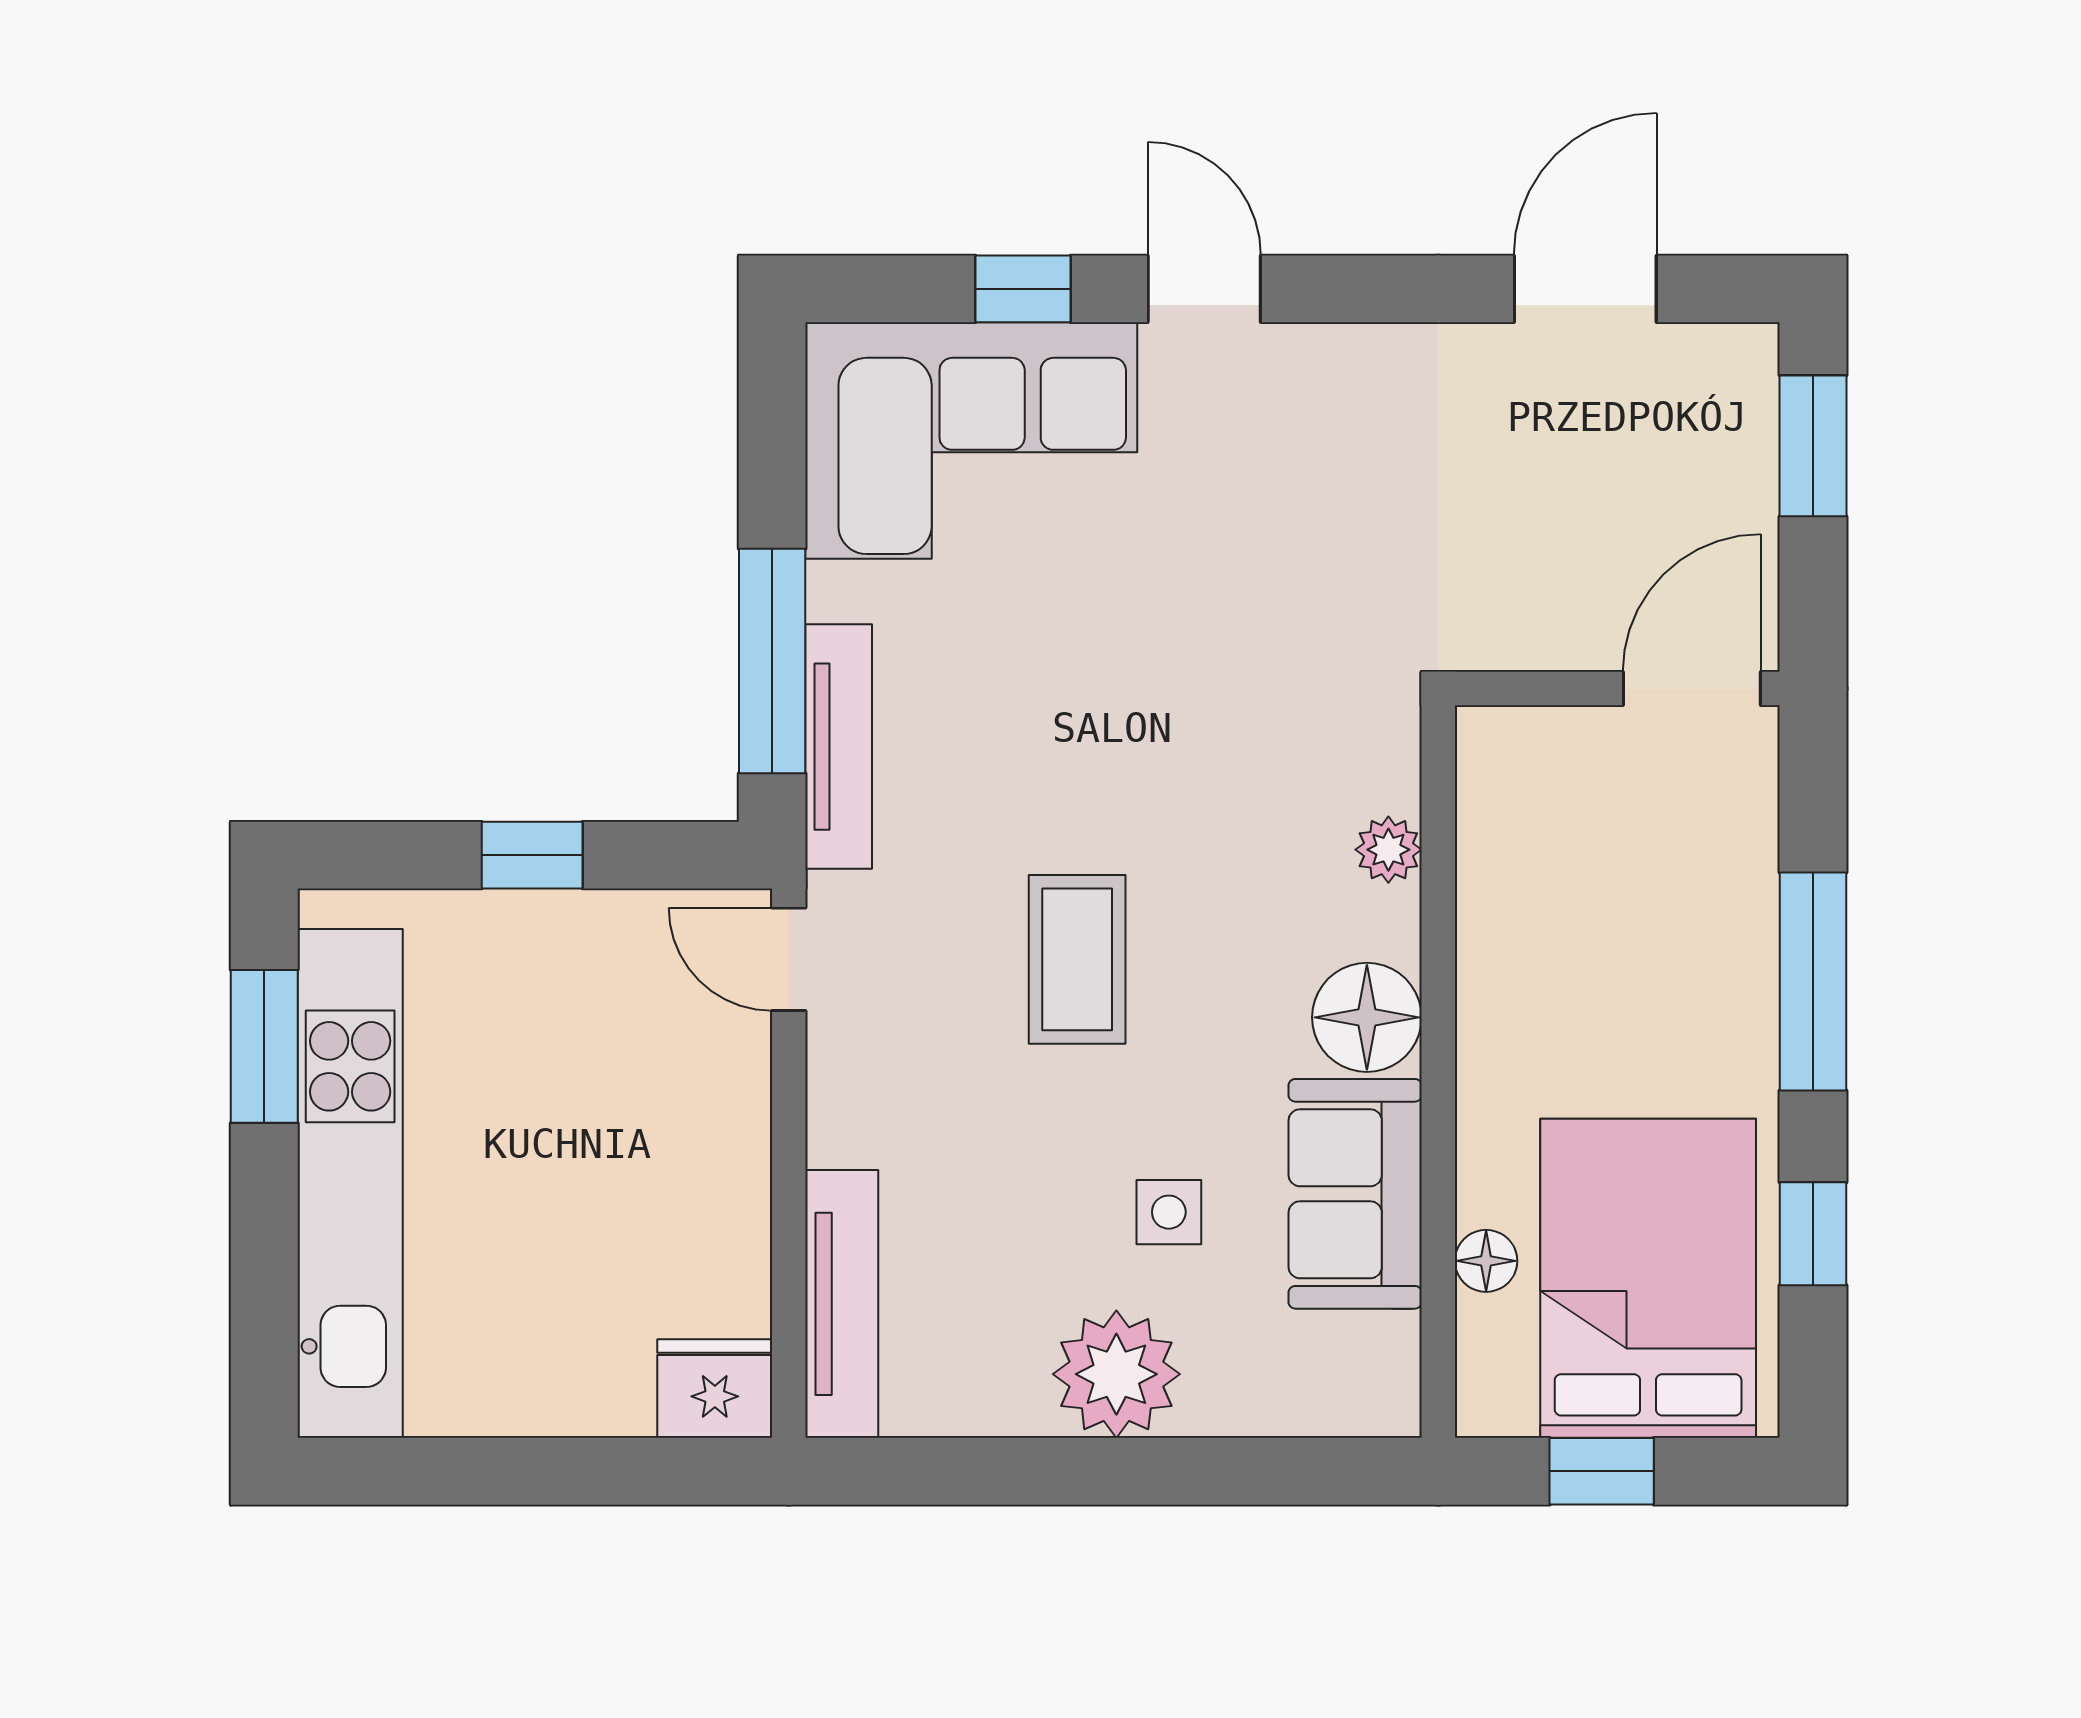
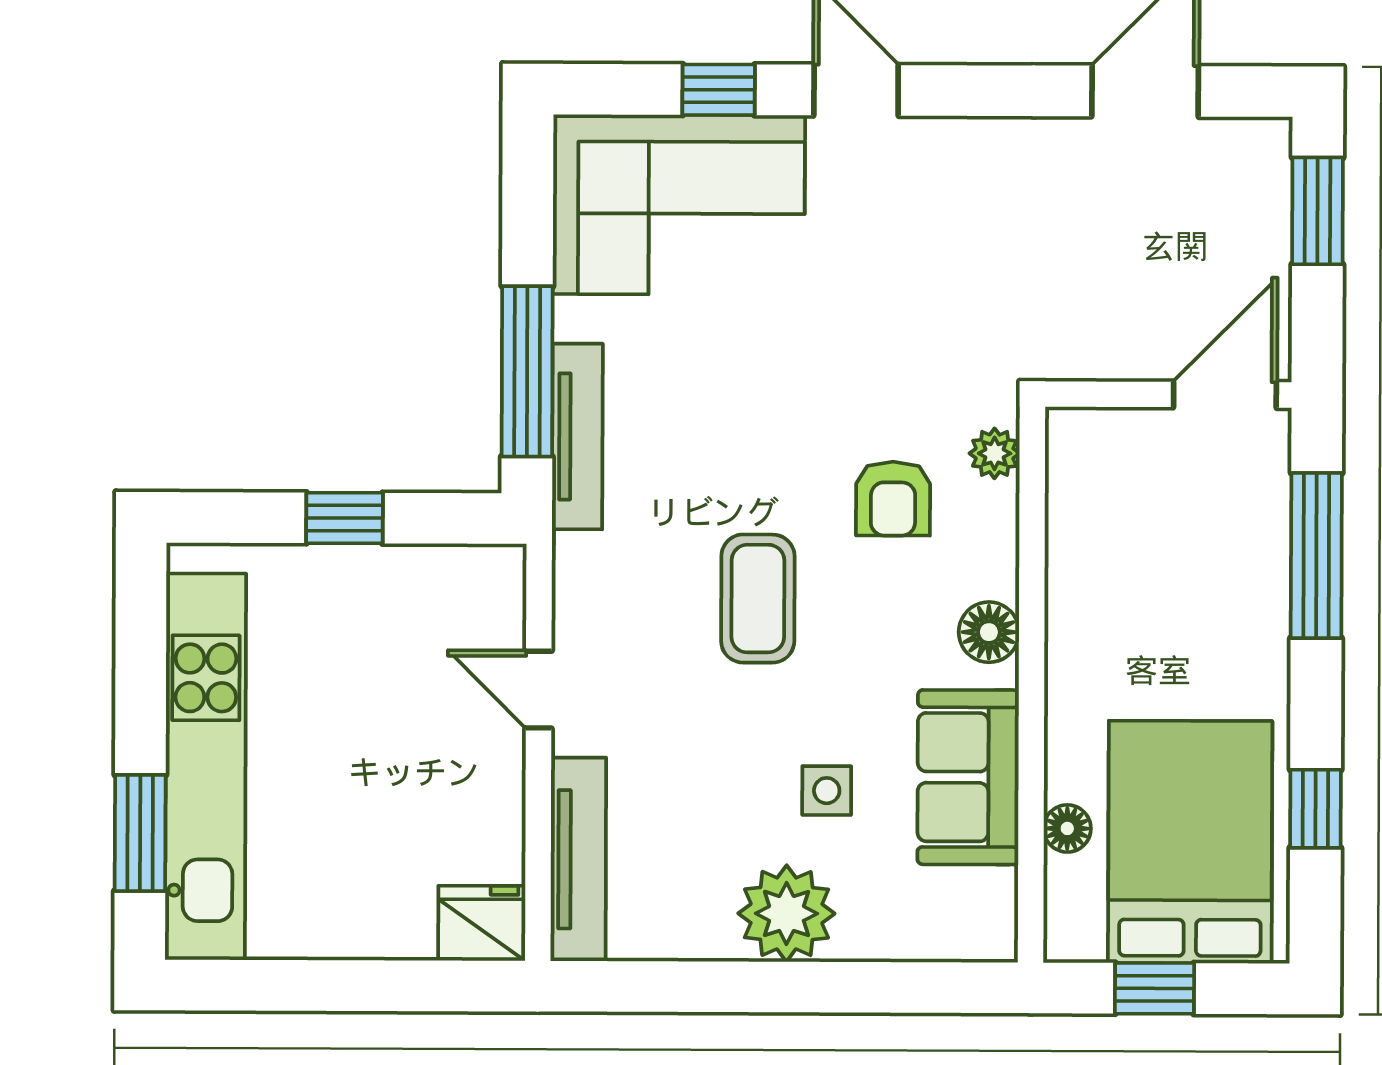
armchair: (1255, 827) -> (893, 499), added
plant: (1388, 850) -> (995, 453), moved
door: (789, 959) -> (539, 690), moved
window: (1813, 981) -> (1316, 556), moved
floor lamp: (1367, 1017) -> (989, 632), width x0.73, depth x0.73
window: (264, 1046) -> (140, 833), moved

